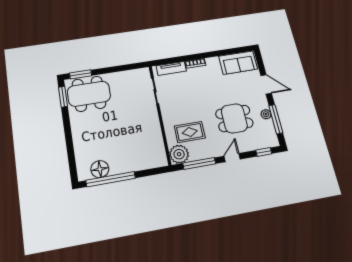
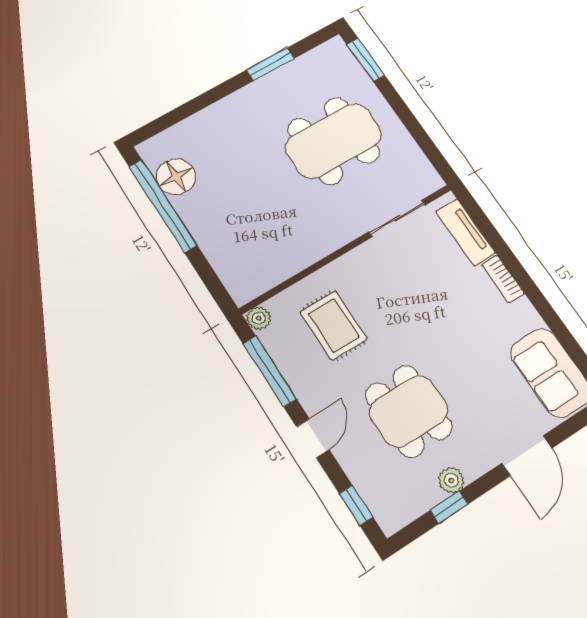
dining table: (89, 94) -> (334, 141), moved, turned 90
window: (63, 97) -> (270, 64), moved
window: (276, 119) -> (449, 507), width x0.46
plant: (179, 154) -> (259, 318), width x0.53, depth x0.53
door: (232, 158) -> (313, 438), hinge flipped

